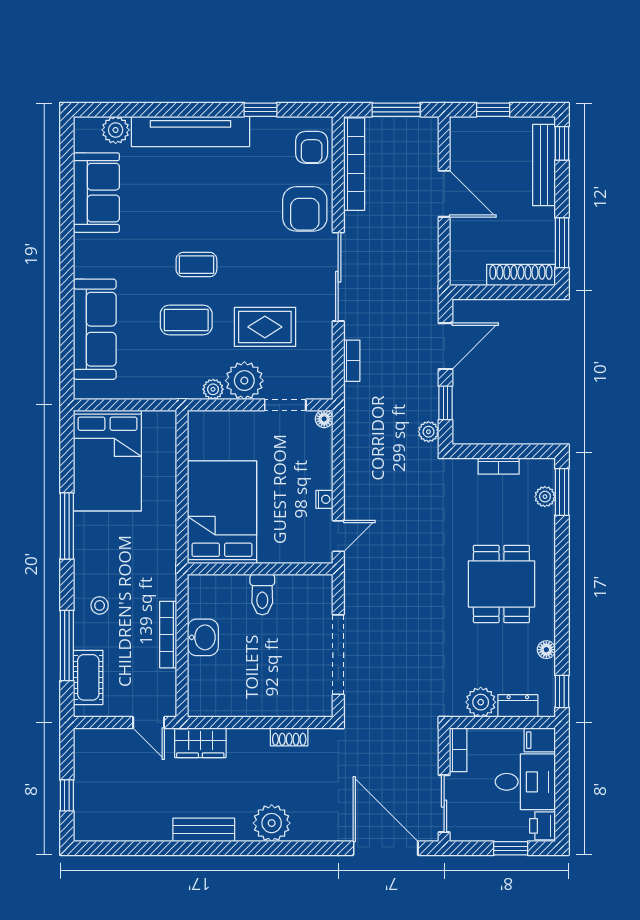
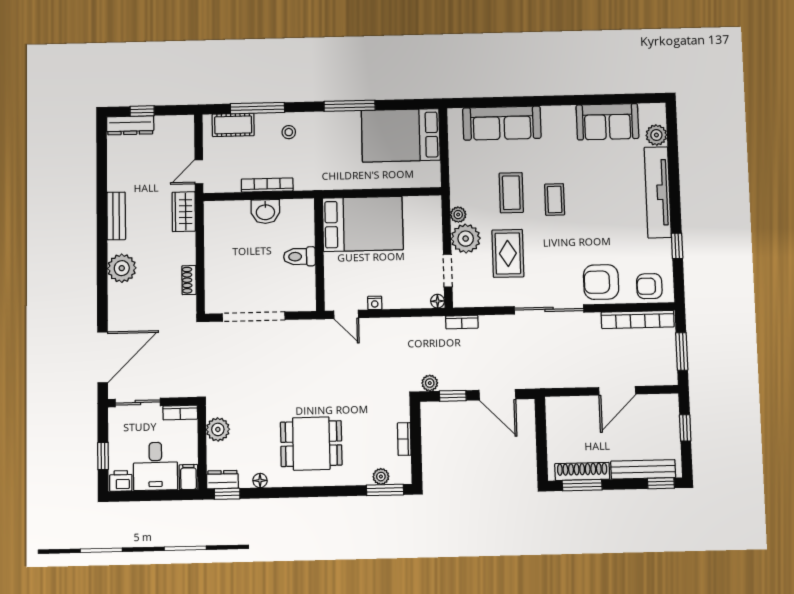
shoe rack: (521, 275) -> (582, 471), moved, turned -90
bookcase: (352, 361) -> (462, 322), moved
dresser: (518, 706) -> (222, 480), moved, turned -90
dresser: (85, 811) -> (130, 125), added

